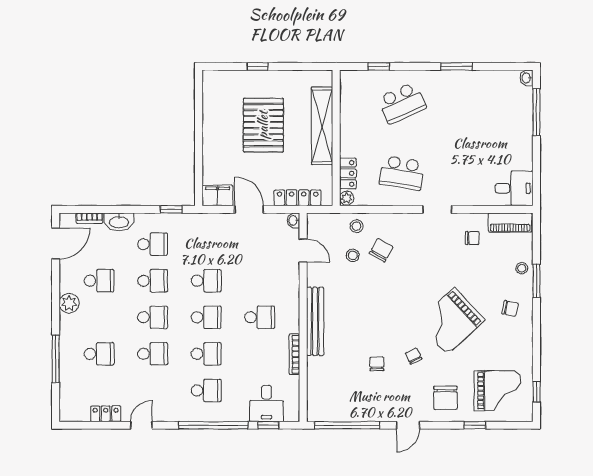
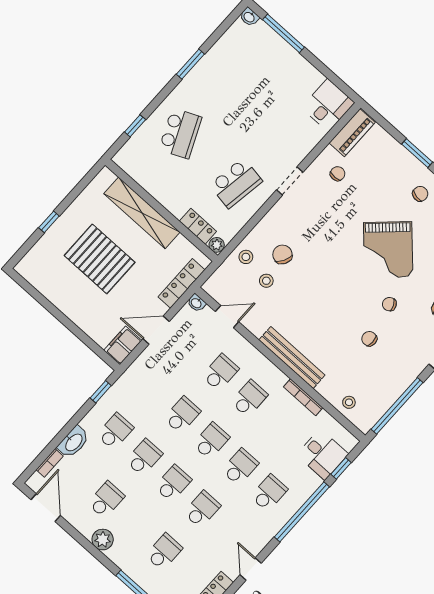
stool: (522, 268) -> (349, 402), moved
school desk: (260, 281) -> (220, 372), added

